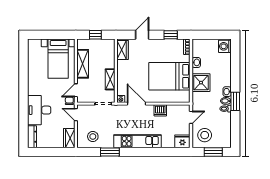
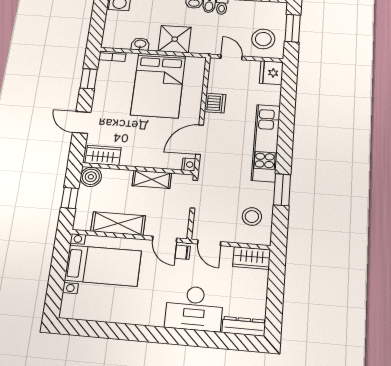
boiler: (109, 45) -> (91, 177), added
door: (76, 115) -> (209, 243), hinge flipped

